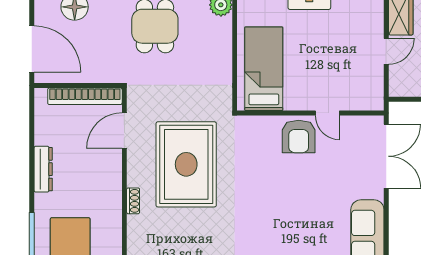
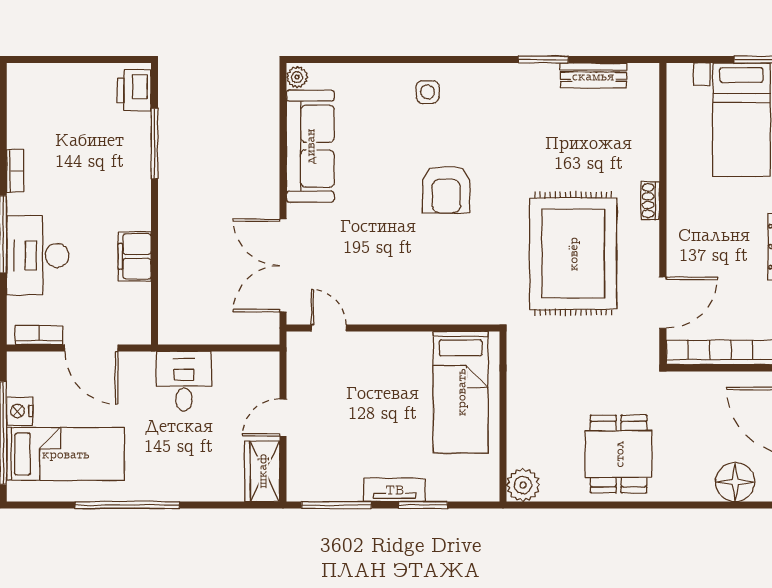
door: (327, 113) -> (329, 328), moved
armchair: (299, 136) -> (446, 189), moved, turned 180

